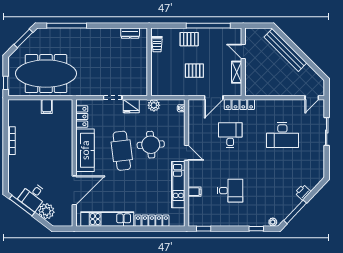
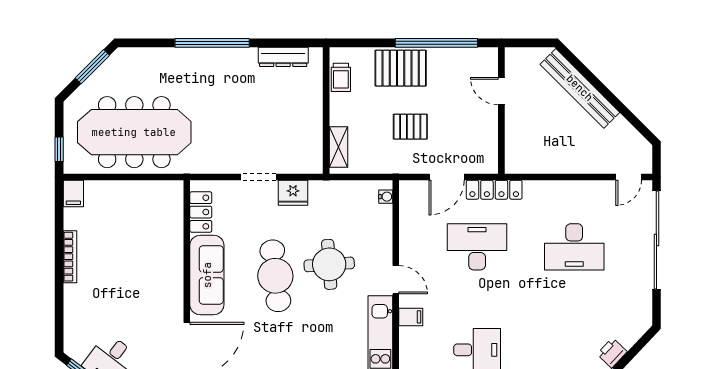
window: (67, 26) -> (212, 43), moved
dresser: (130, 33) -> (283, 57), width x1.44
pallet: (189, 39) -> (401, 68), width x1.50, depth x1.42
shelving: (237, 72) -> (338, 147), moved
plant: (154, 105) -> (335, 191), removed
filing cabinet: (47, 107) -> (73, 193), moved
sliding door: (327, 132) -> (656, 240), width x1.86
desk: (230, 135) -> (477, 247), width x1.37
filing cabinet: (195, 192) -> (411, 317), moved

